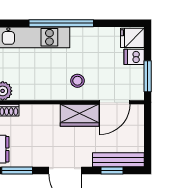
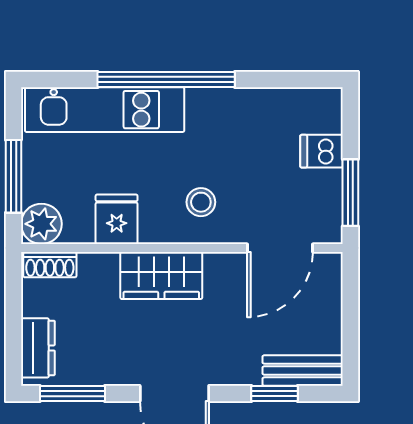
fridge: (132, 38) -> (117, 219), moved, turned 90
wardrobe: (80, 115) -> (161, 276), moved
bench: (118, 160) -> (303, 371), width x0.73

